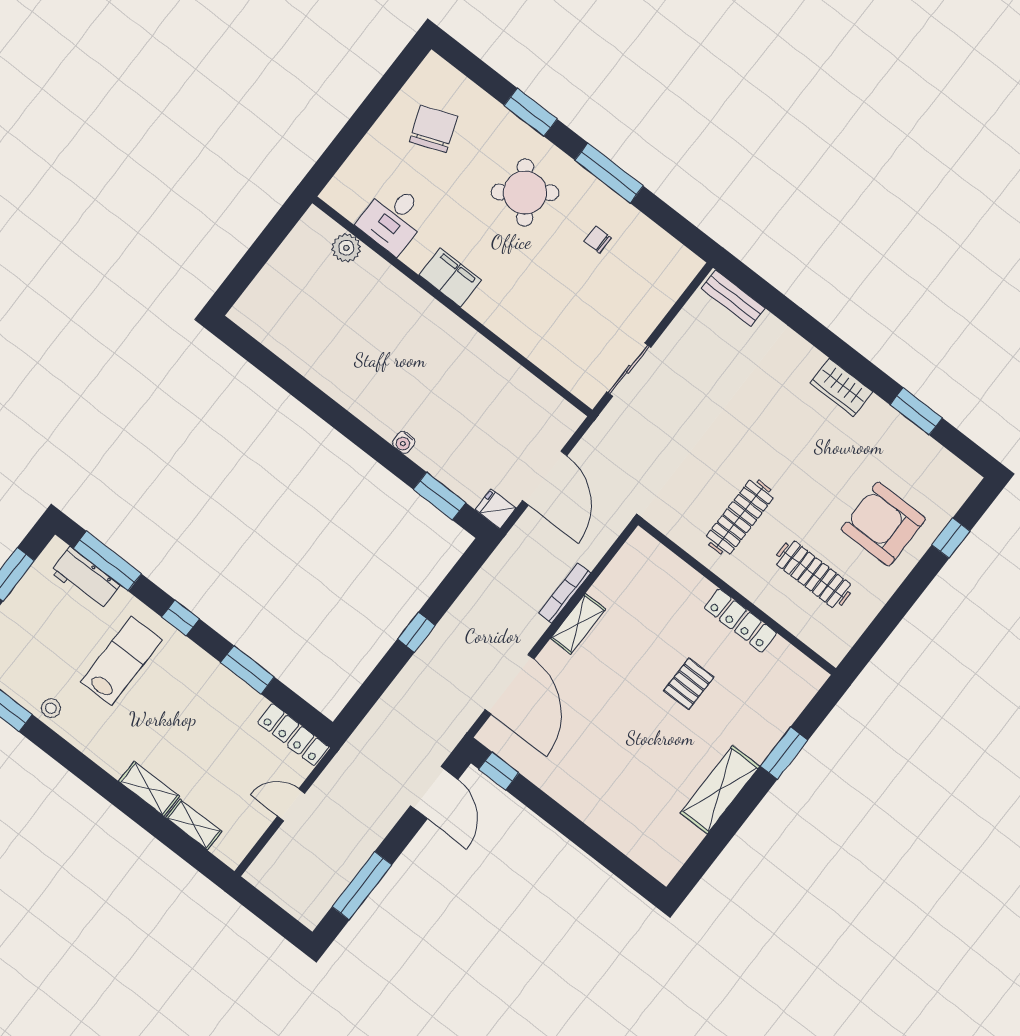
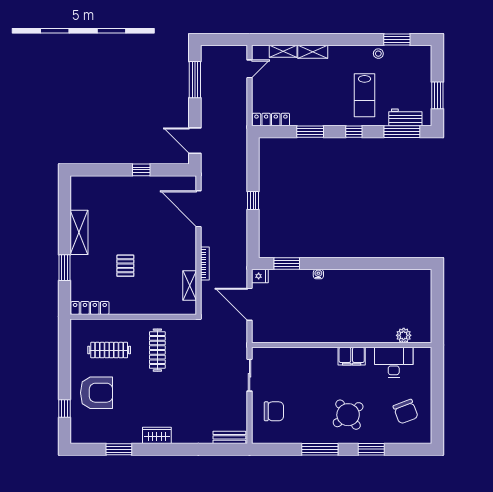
desk: (393, 219) -> (394, 362), width x1.37
chair: (598, 239) -> (274, 411), moved, width x1.87, depth x1.87
locker: (740, 621) -> (90, 308), moved
shelving: (578, 624) -> (190, 286), moved
window: (499, 771) -> (141, 170), moved
door: (291, 805) -> (250, 69), moved

